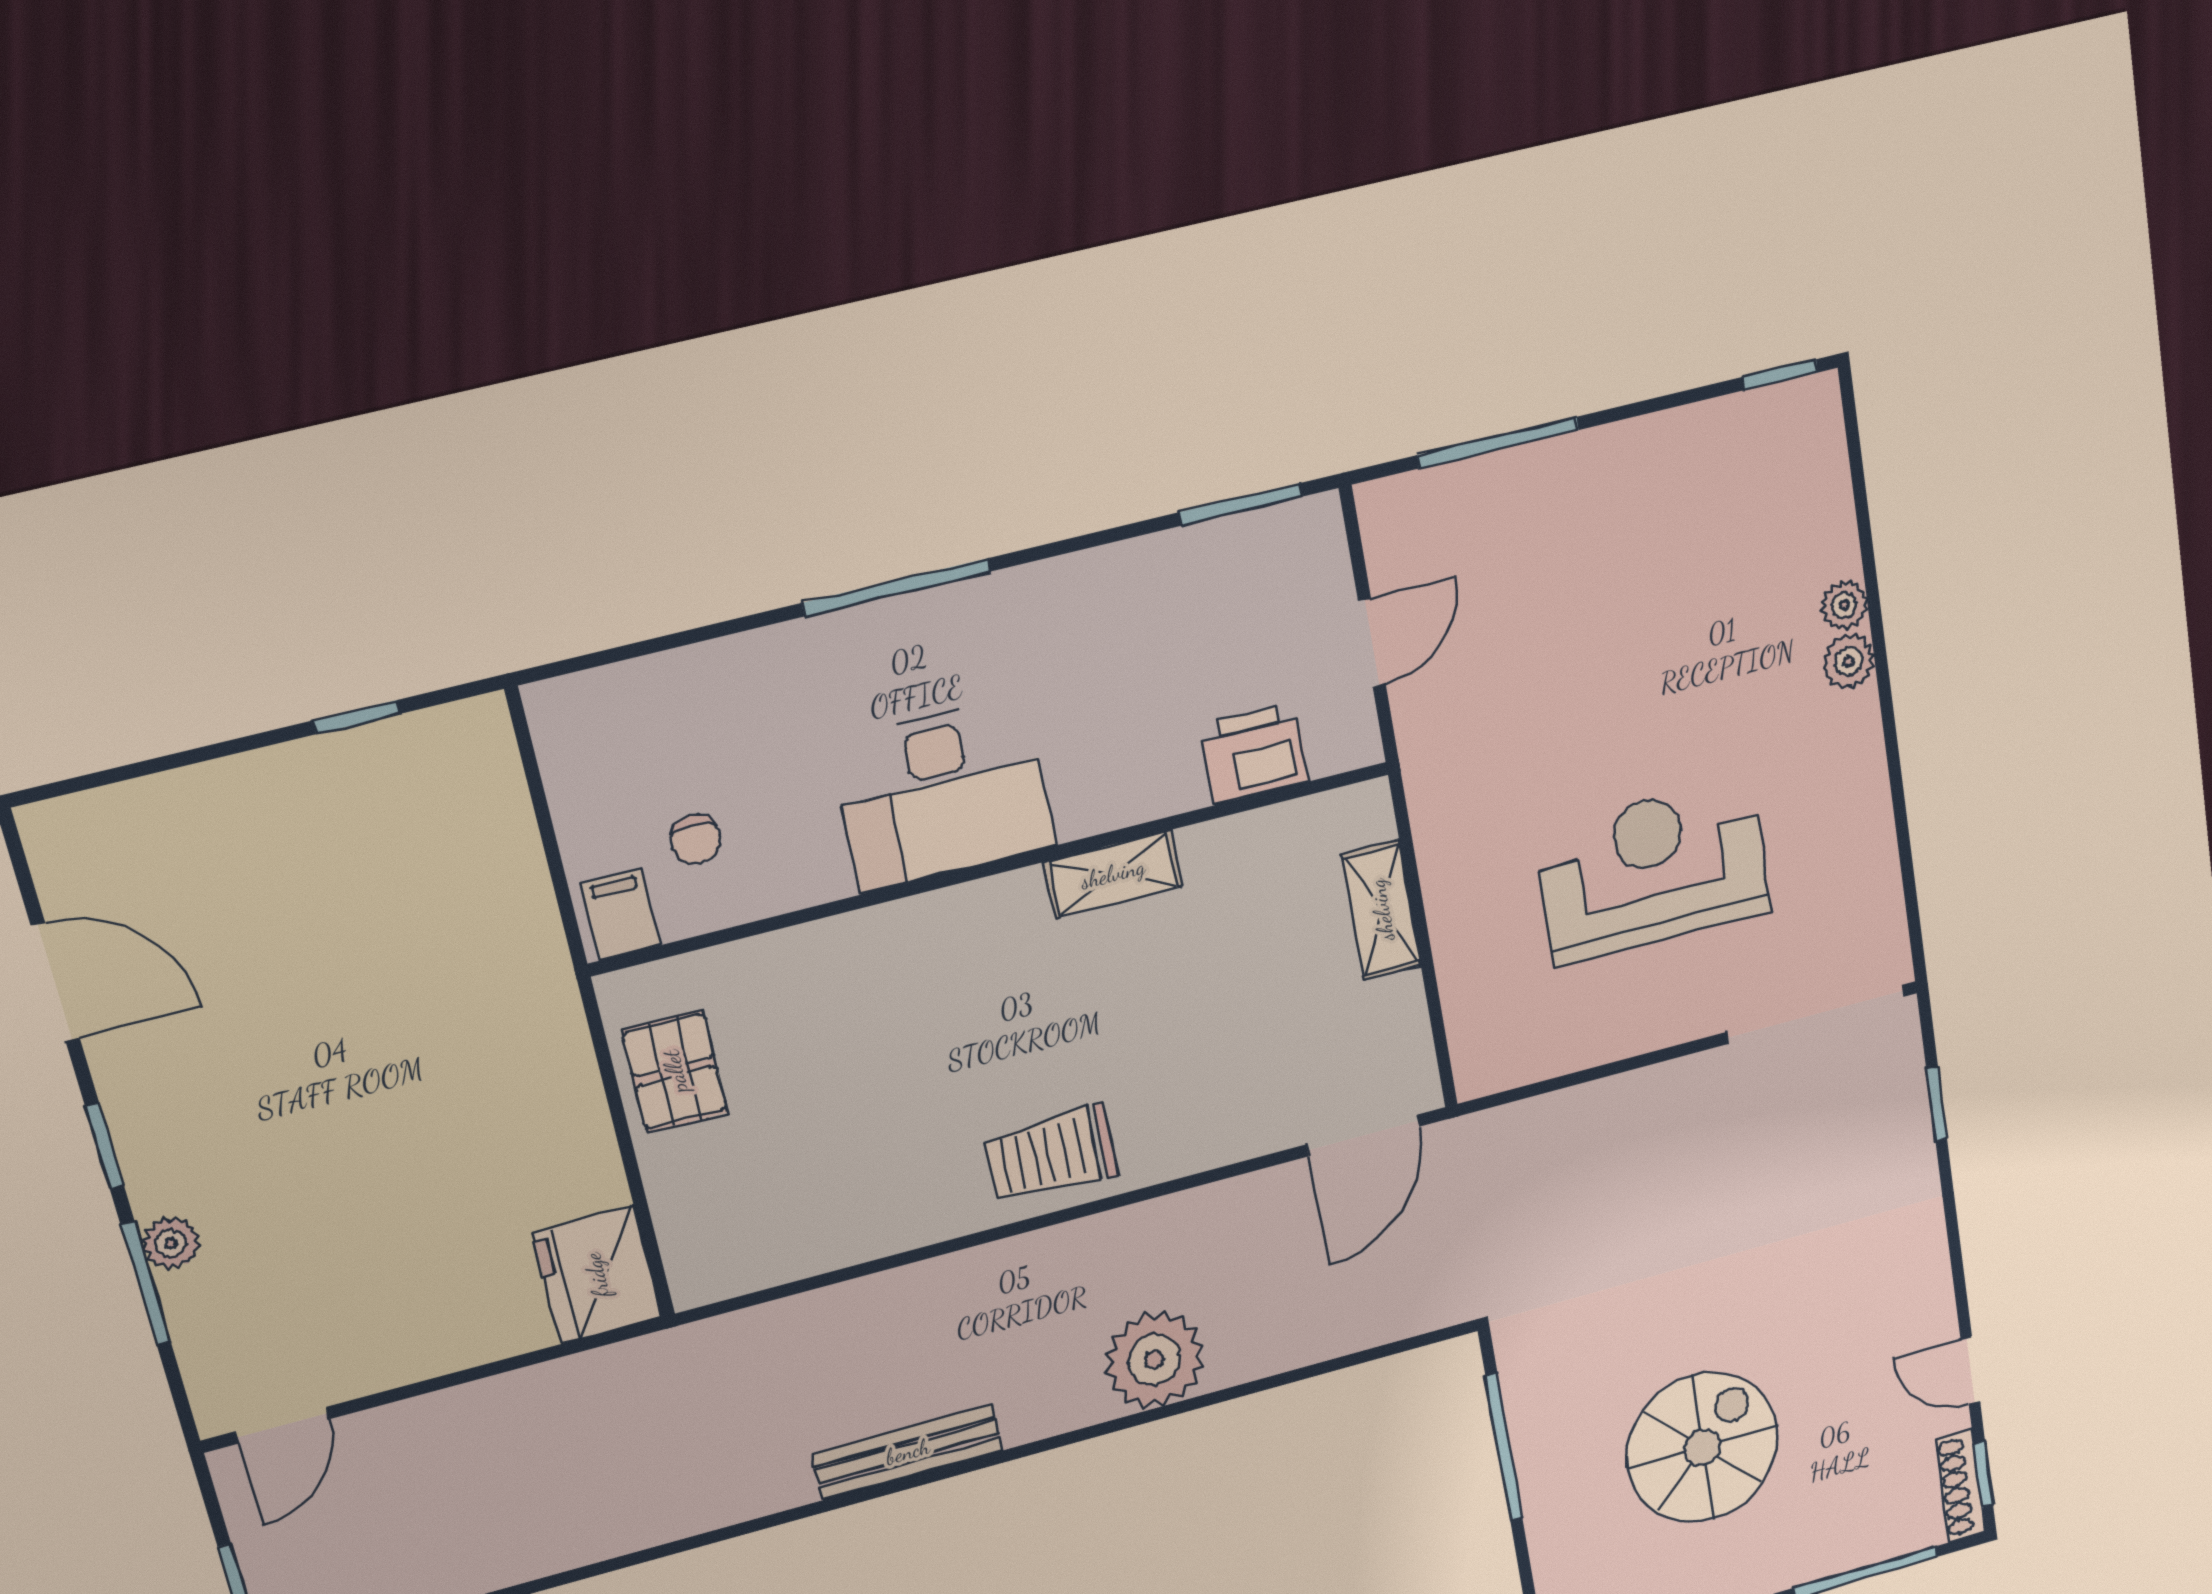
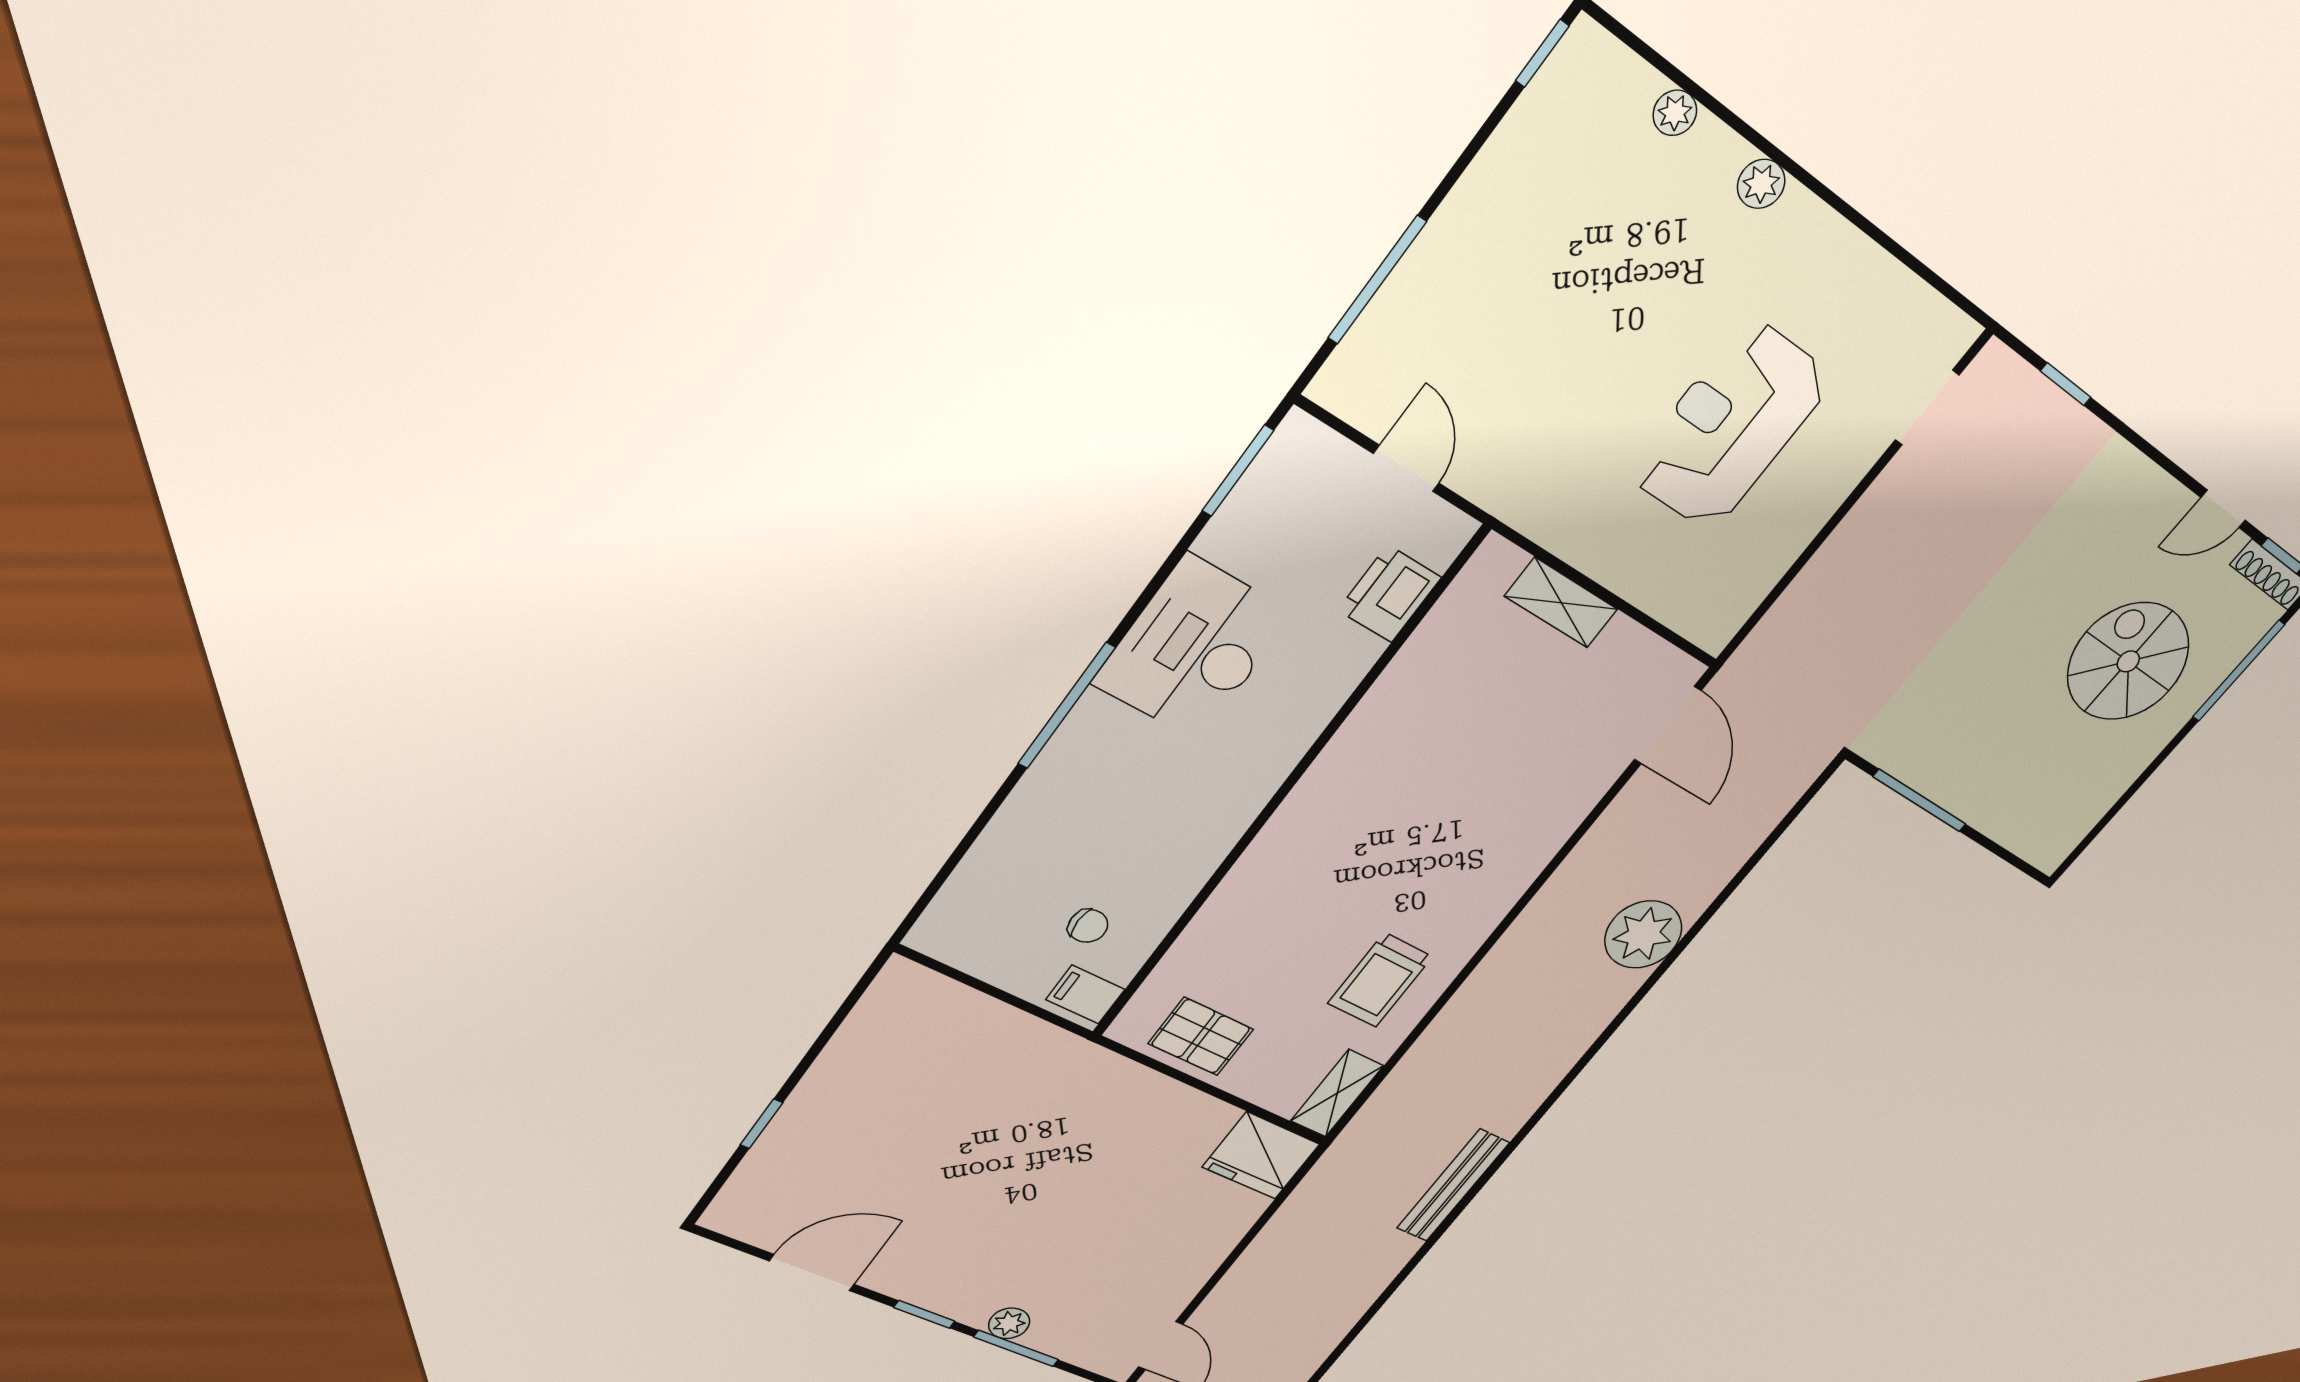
plant: (1844, 605) -> (1675, 113), moved
window: (357, 717) -> (761, 1124), moved
desk: (943, 794) -> (1193, 648), moved, turned 180
shelving: (1113, 874) -> (1337, 1093), moved
doorway: (1815, 1014) -> (1927, 408), width x0.53
trolley: (1051, 1155) -> (1380, 980), moved
spiral stairs: (1702, 1448) -> (2128, 661), moved
bench: (908, 1452) -> (1453, 1185), moved

